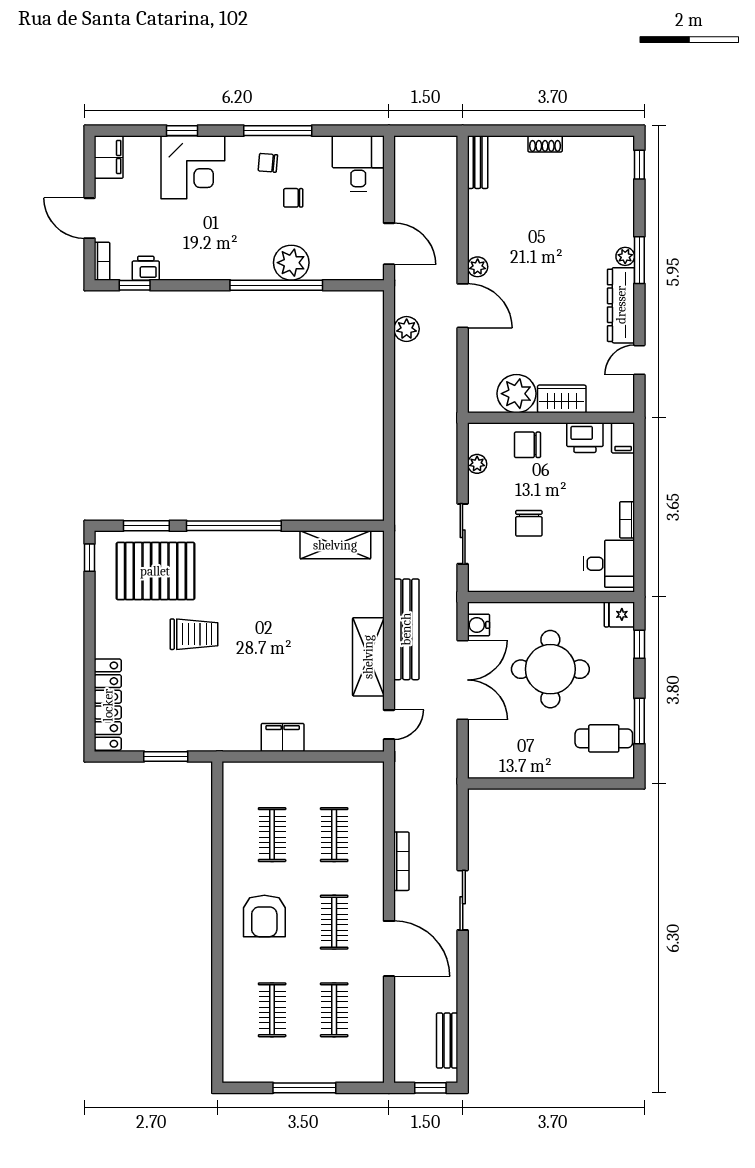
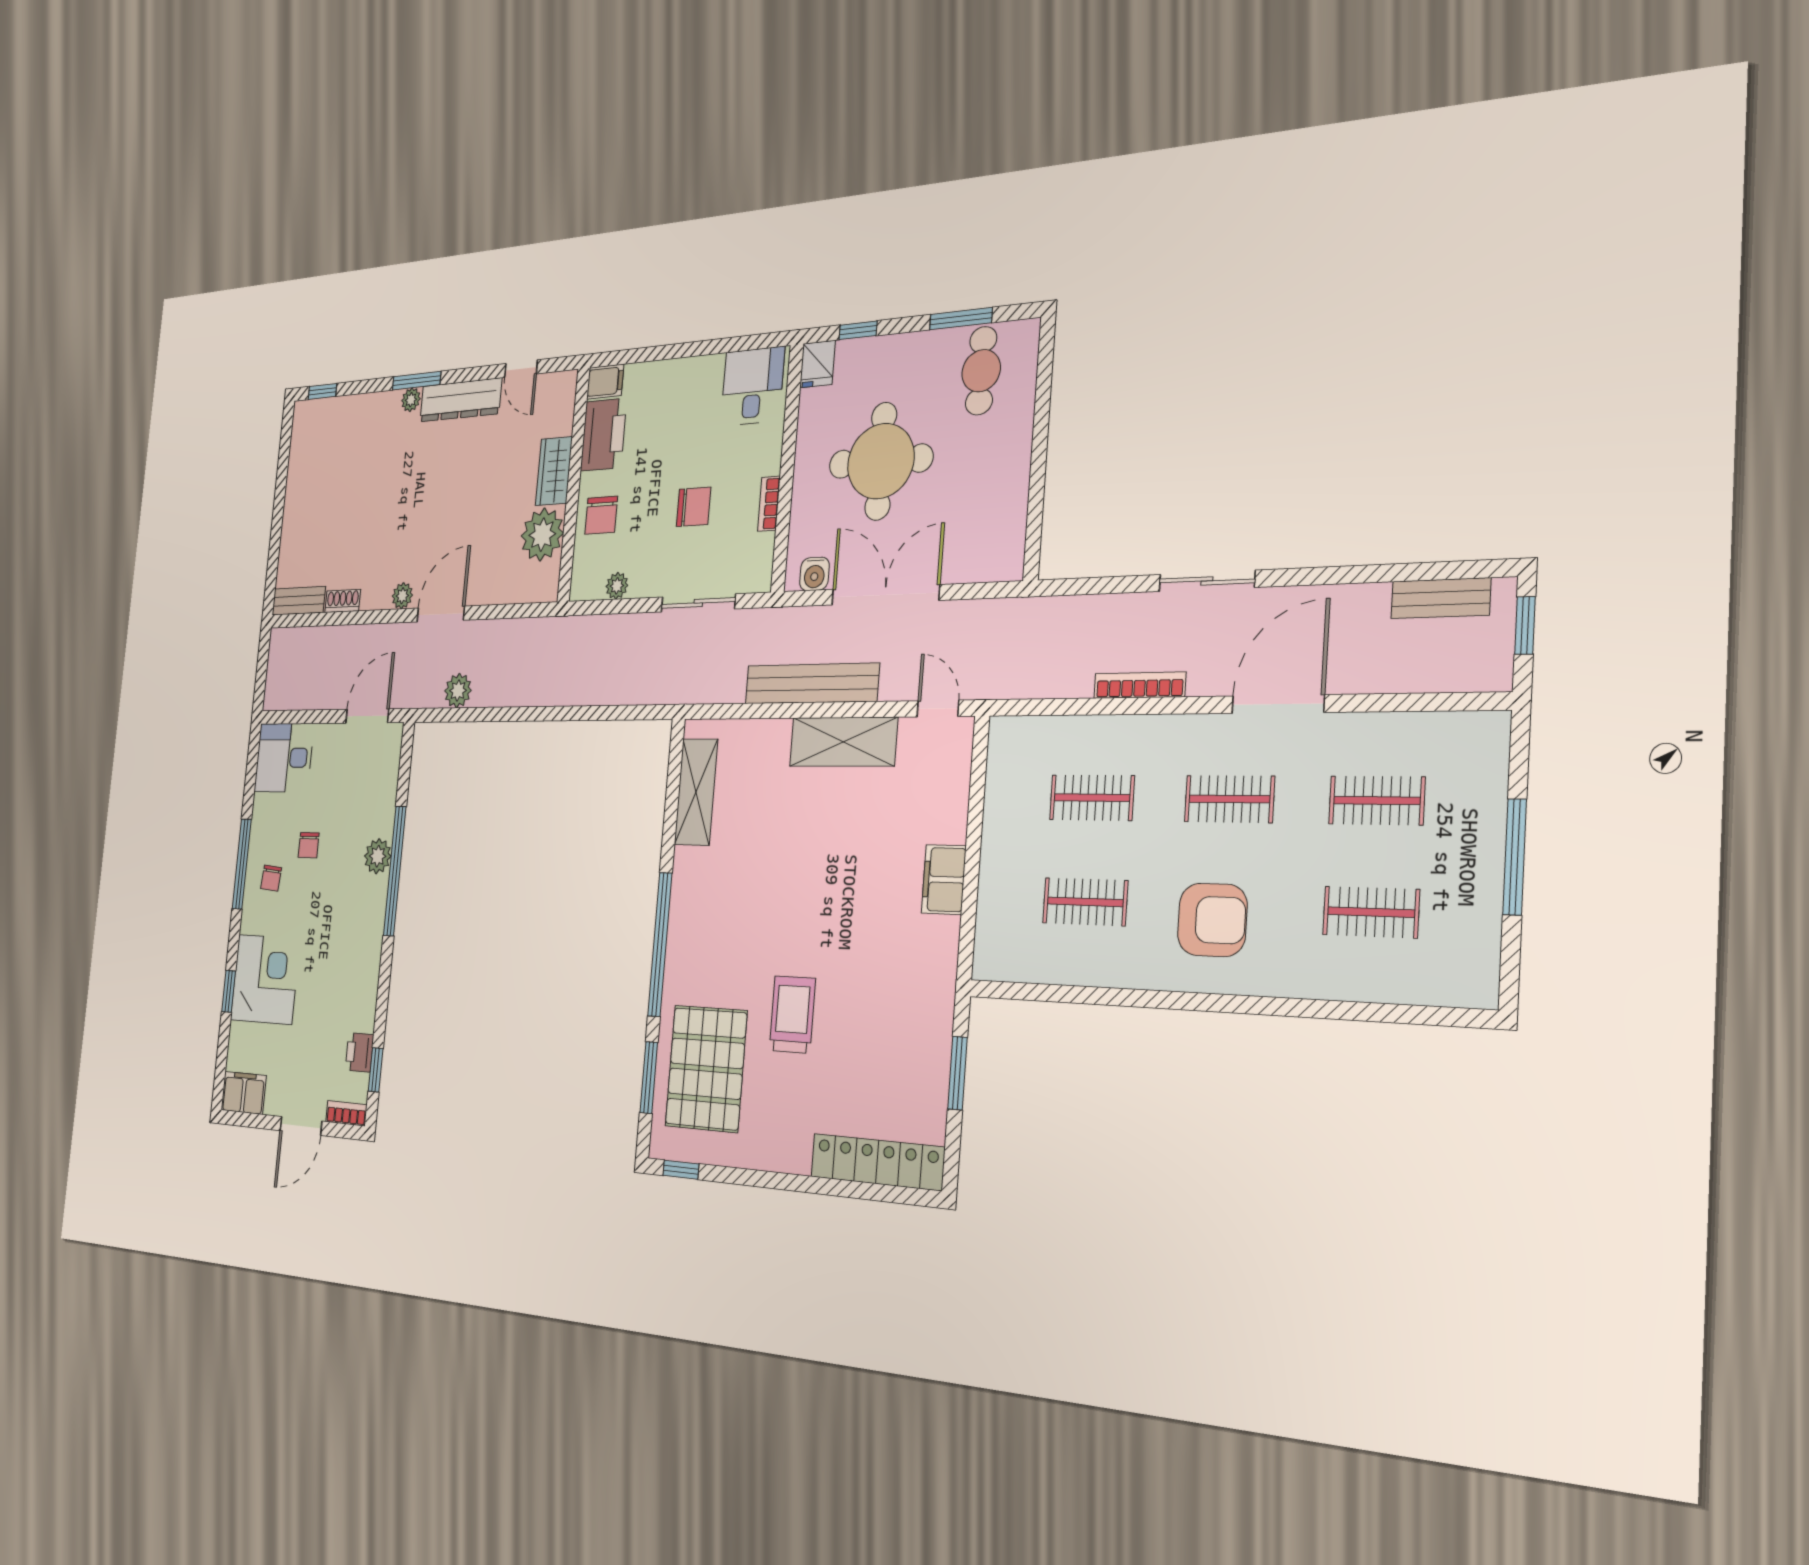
shoe rack: (545, 144) -> (343, 601), moved, turned -90
plant: (291, 263) -> (378, 856), width x0.73, depth x0.73
printer: (585, 438) -> (604, 435), width x1.37, depth x1.19
bookcase: (627, 520) -> (769, 504), moved, turned 90

